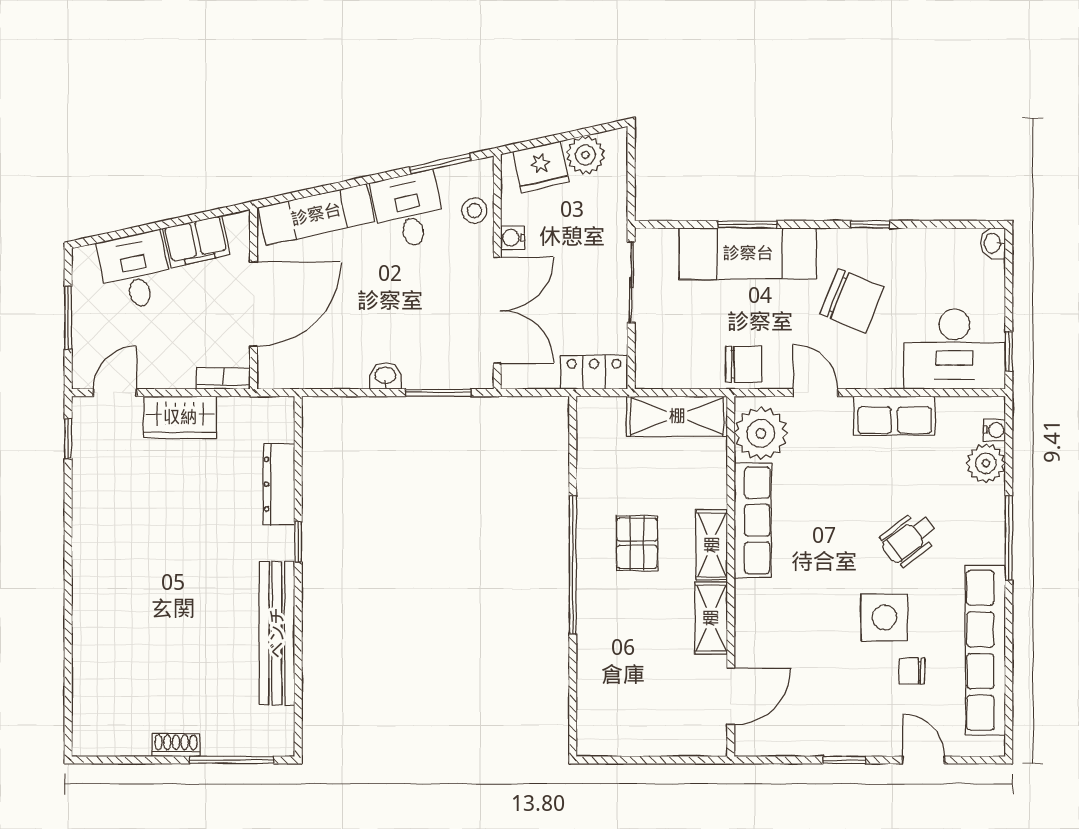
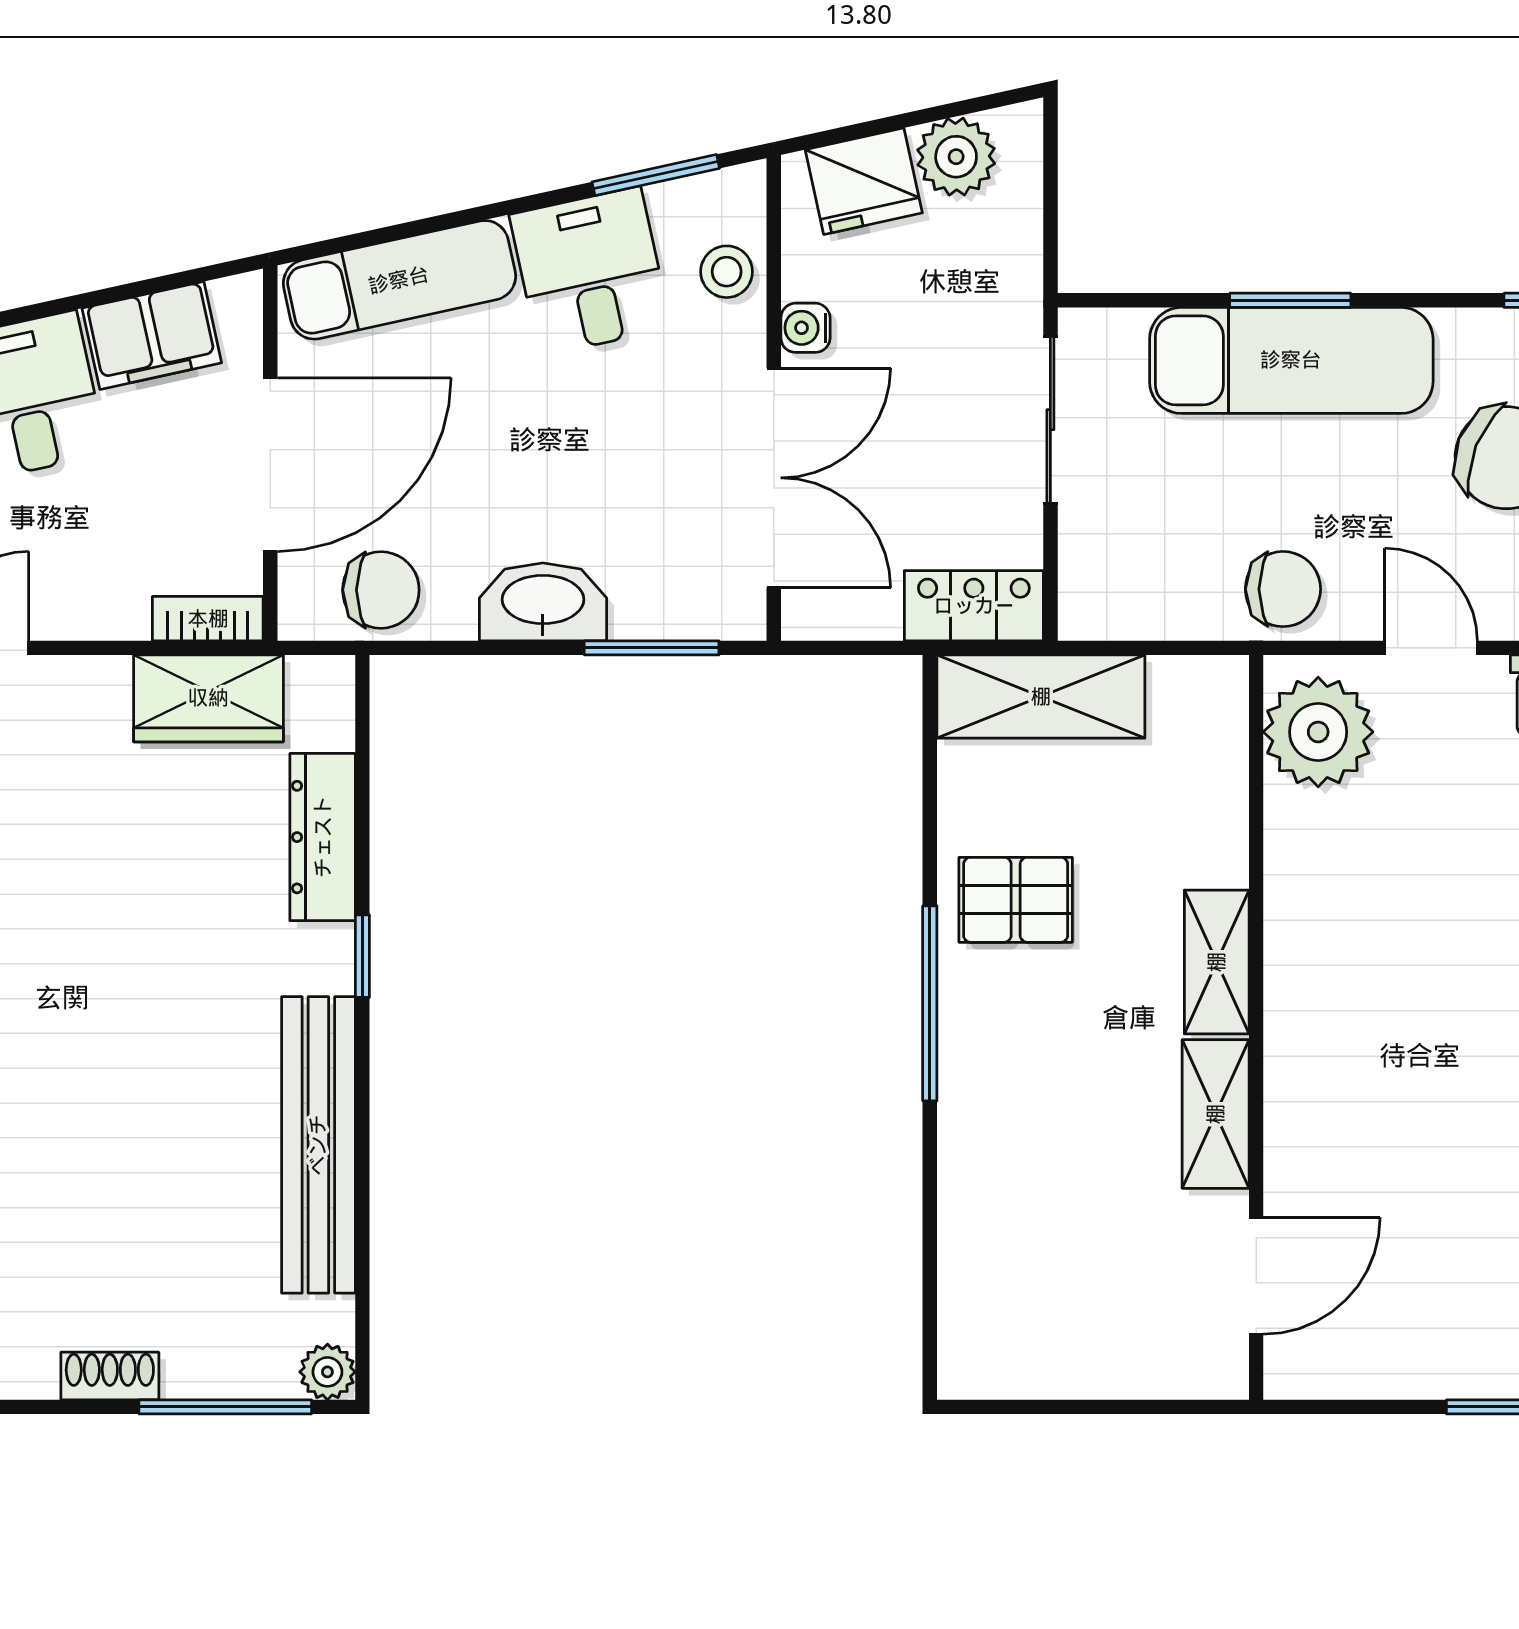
chair: (307, 365) -> (381, 590), added
washbasin: (386, 376) -> (543, 602), width x1.91, depth x1.45
shelving: (677, 416) -> (1041, 697), moved
wardrobe: (180, 417) -> (208, 698), moved
row of seats: (753, 520) -> (1302, 911), removed
pallet: (637, 543) -> (1016, 900), moved, turned 90
window: (573, 565) -> (930, 1003), width x0.68
plant: (281, 743) -> (327, 1372), added

